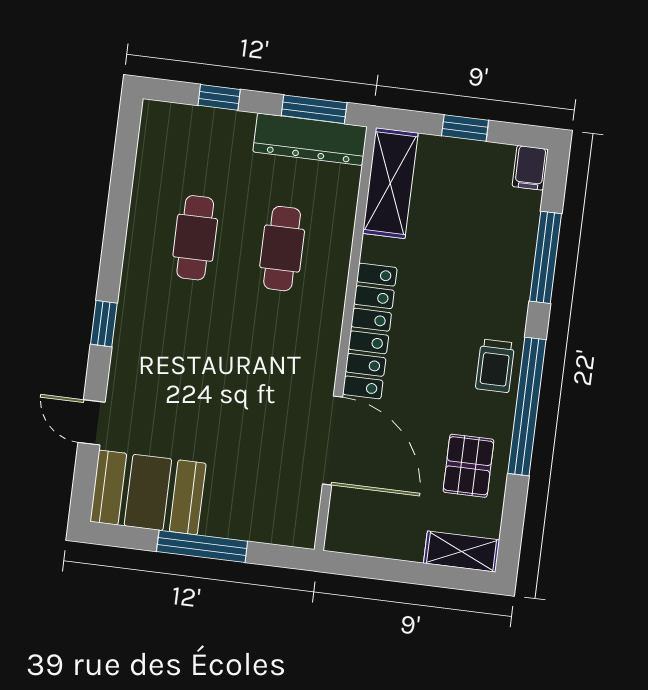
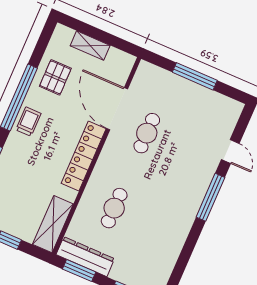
cafe table: (195, 238) -> (147, 133), moved
window: (104, 324) -> (210, 197), width x2.17
booth: (148, 492) -> (213, 110), removed
shelving: (462, 552) -> (90, 46), moved

